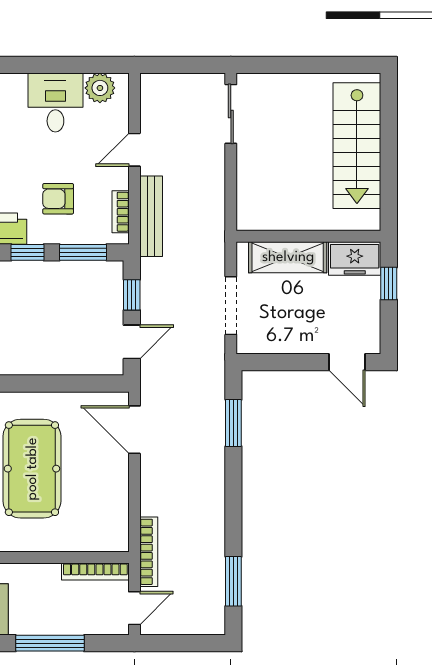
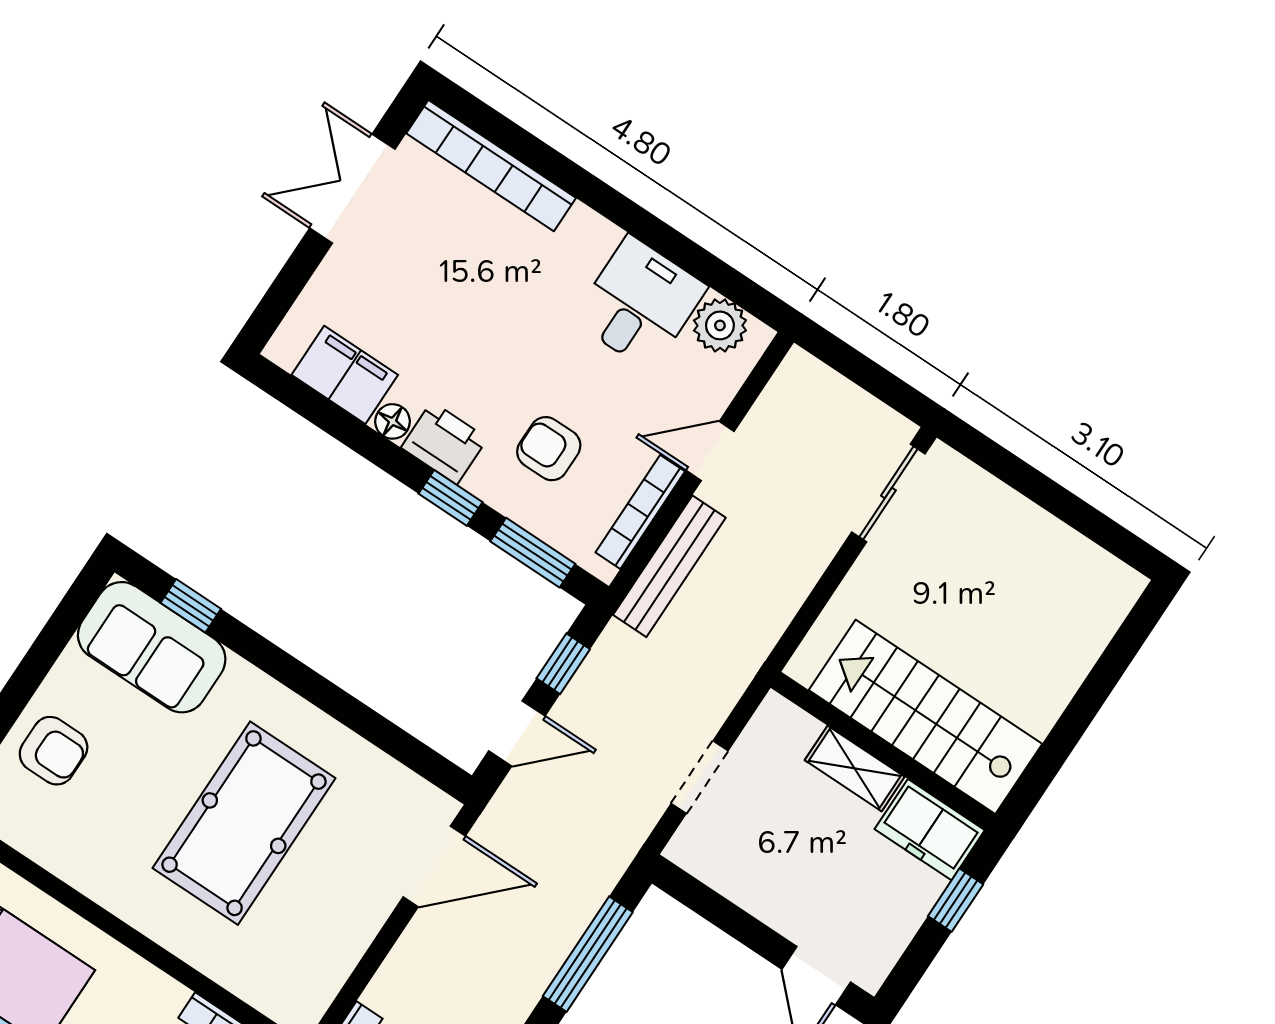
stairs: (357, 146) -> (926, 717), moved, turned 90
bookcase: (121, 212) -> (640, 512), width x1.56
shelving: (288, 257) -> (855, 768), width x0.67, depth x0.75
doorway: (231, 306) -> (700, 777), width x0.73
window: (233, 423) -> (588, 954), width x1.44
door: (134, 430) -> (434, 866), swing flipped

